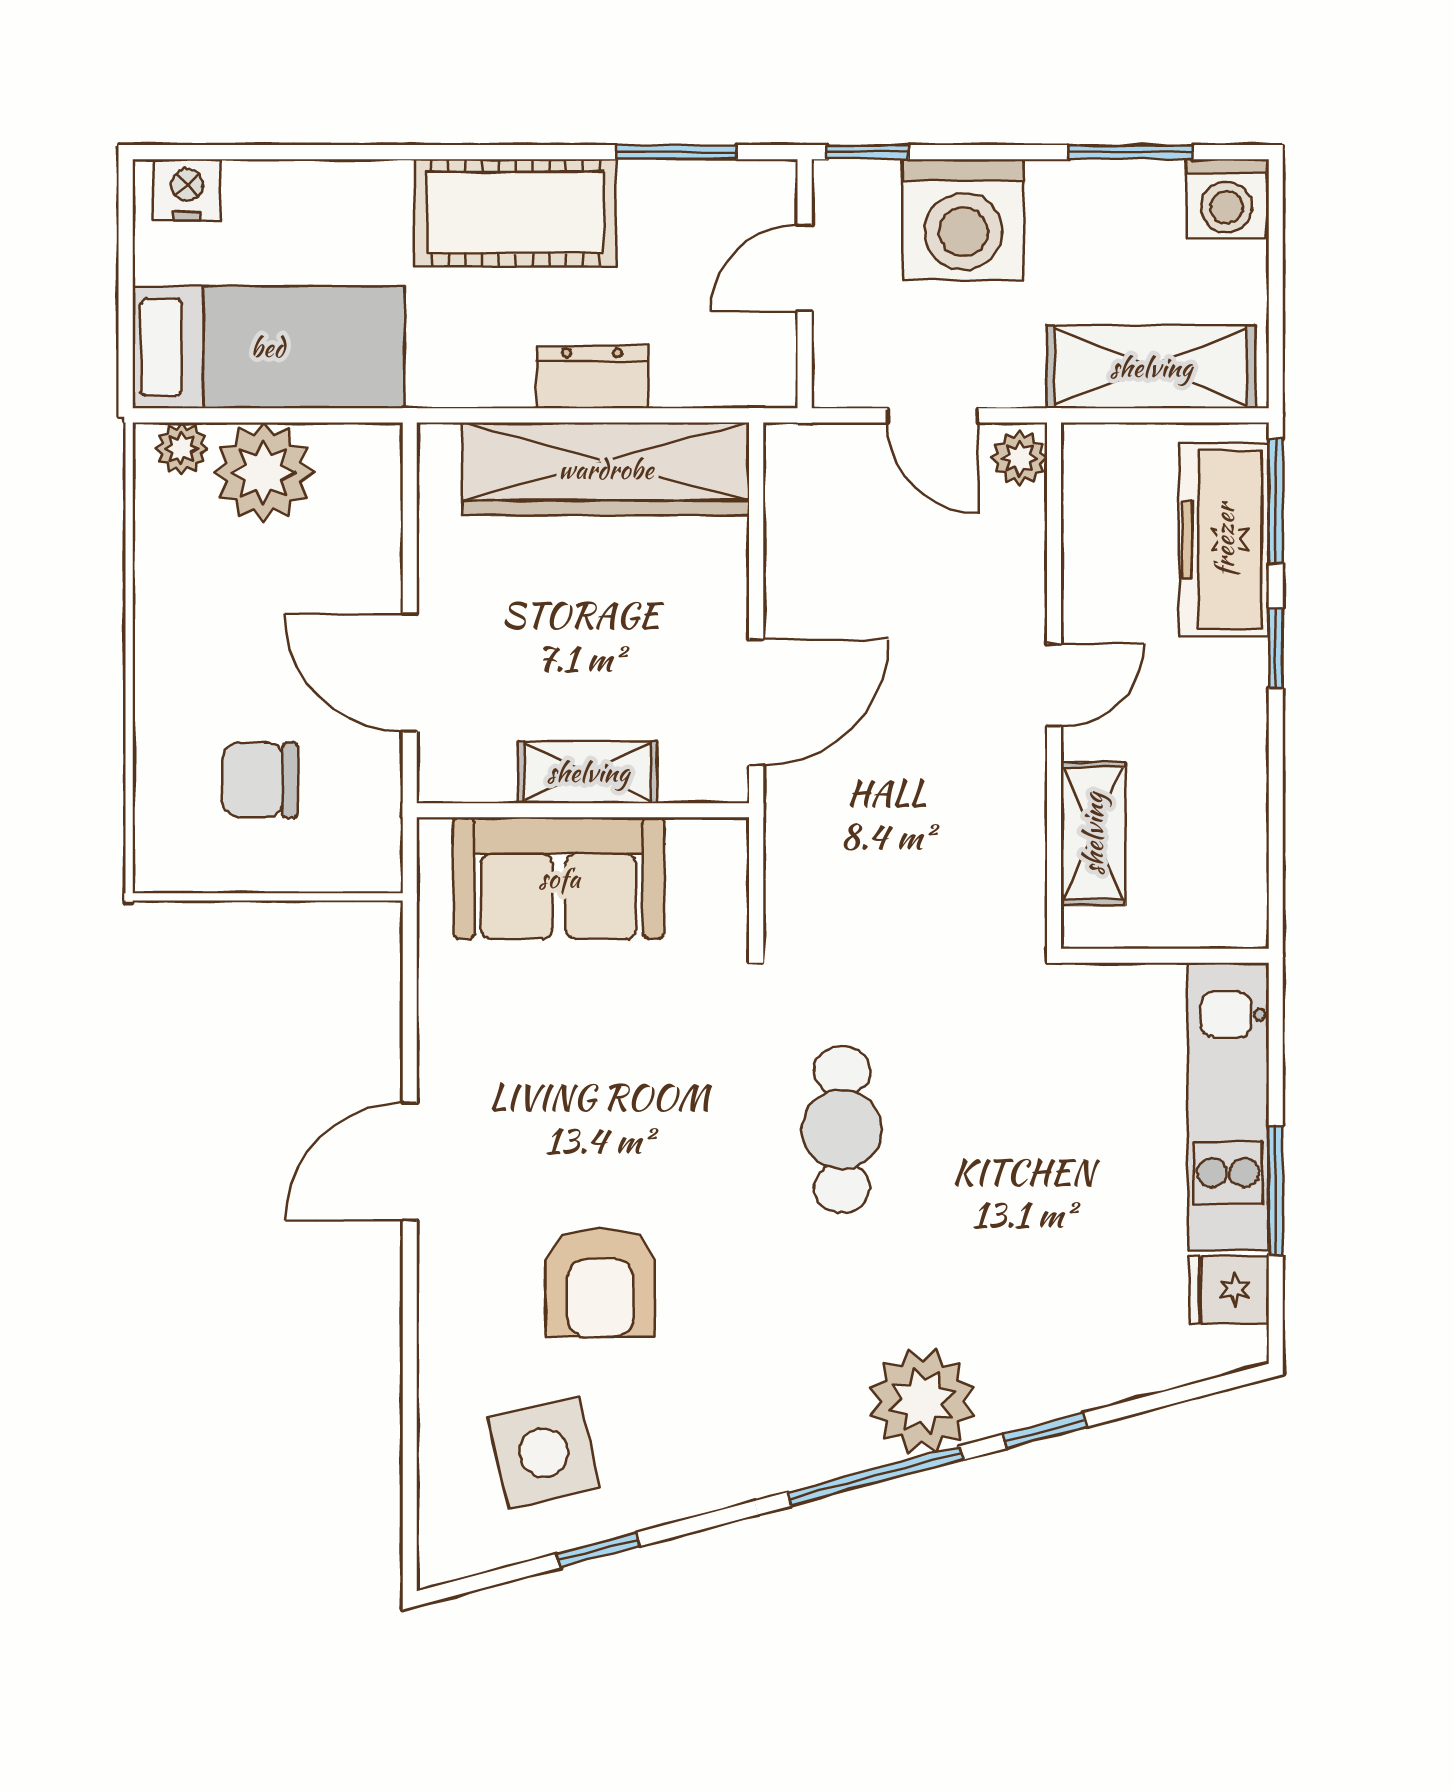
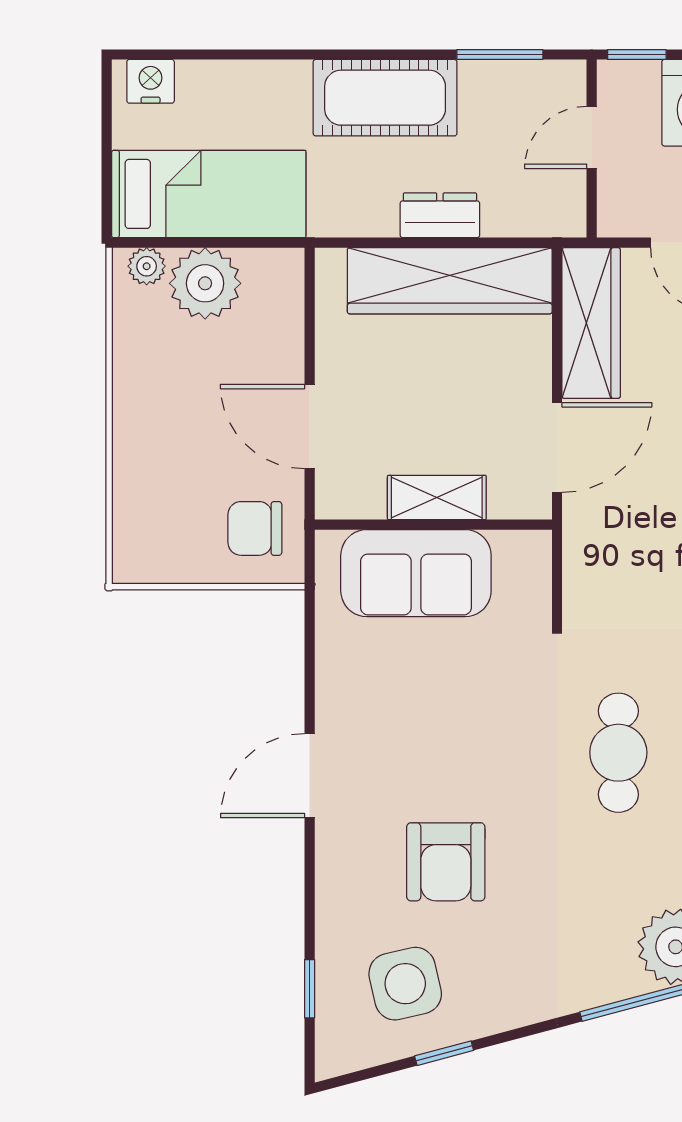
wardrobe: (804, 528) -> (591, 323), added
chair: (260, 780) -> (255, 528), moved
window: (410, 1460) -> (310, 989), added

